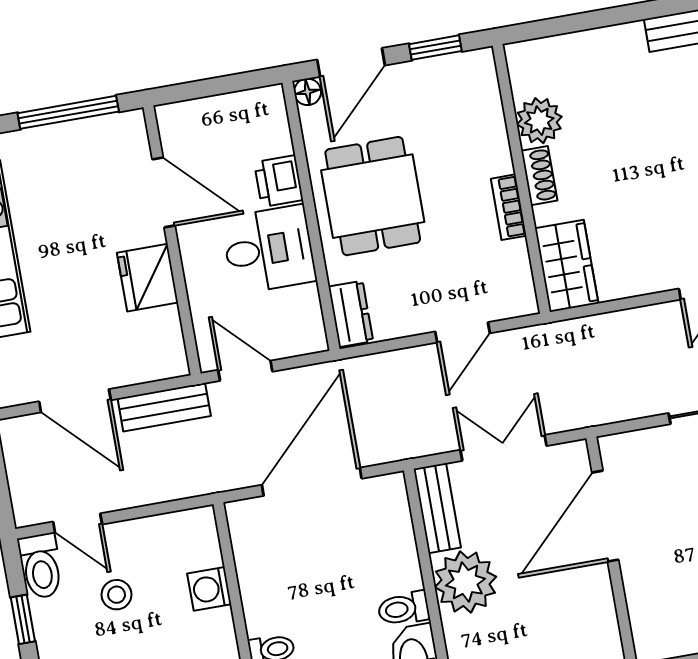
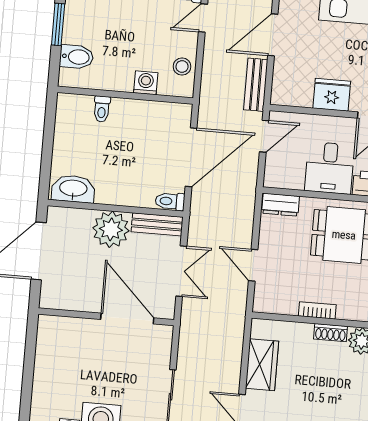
wardrobe: (567, 266) -> (262, 365), moved, turned -90
door: (312, 482) -> (191, 157), hinge flipped
stool: (117, 595) -> (182, 67), moved
toilet: (404, 609) -> (170, 201), moved, turned -90

